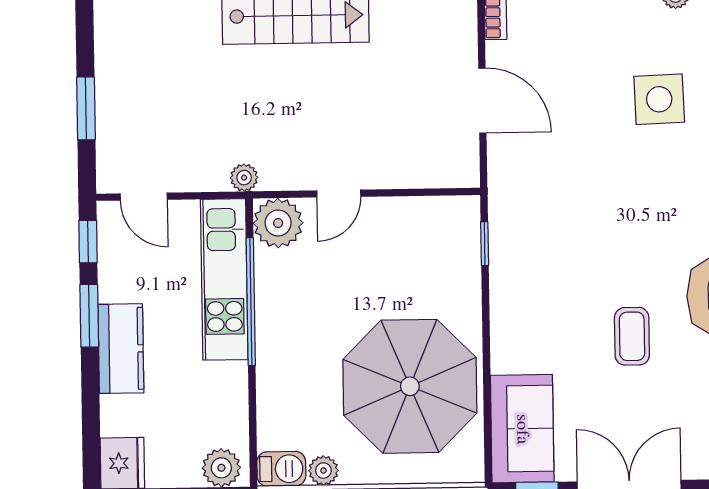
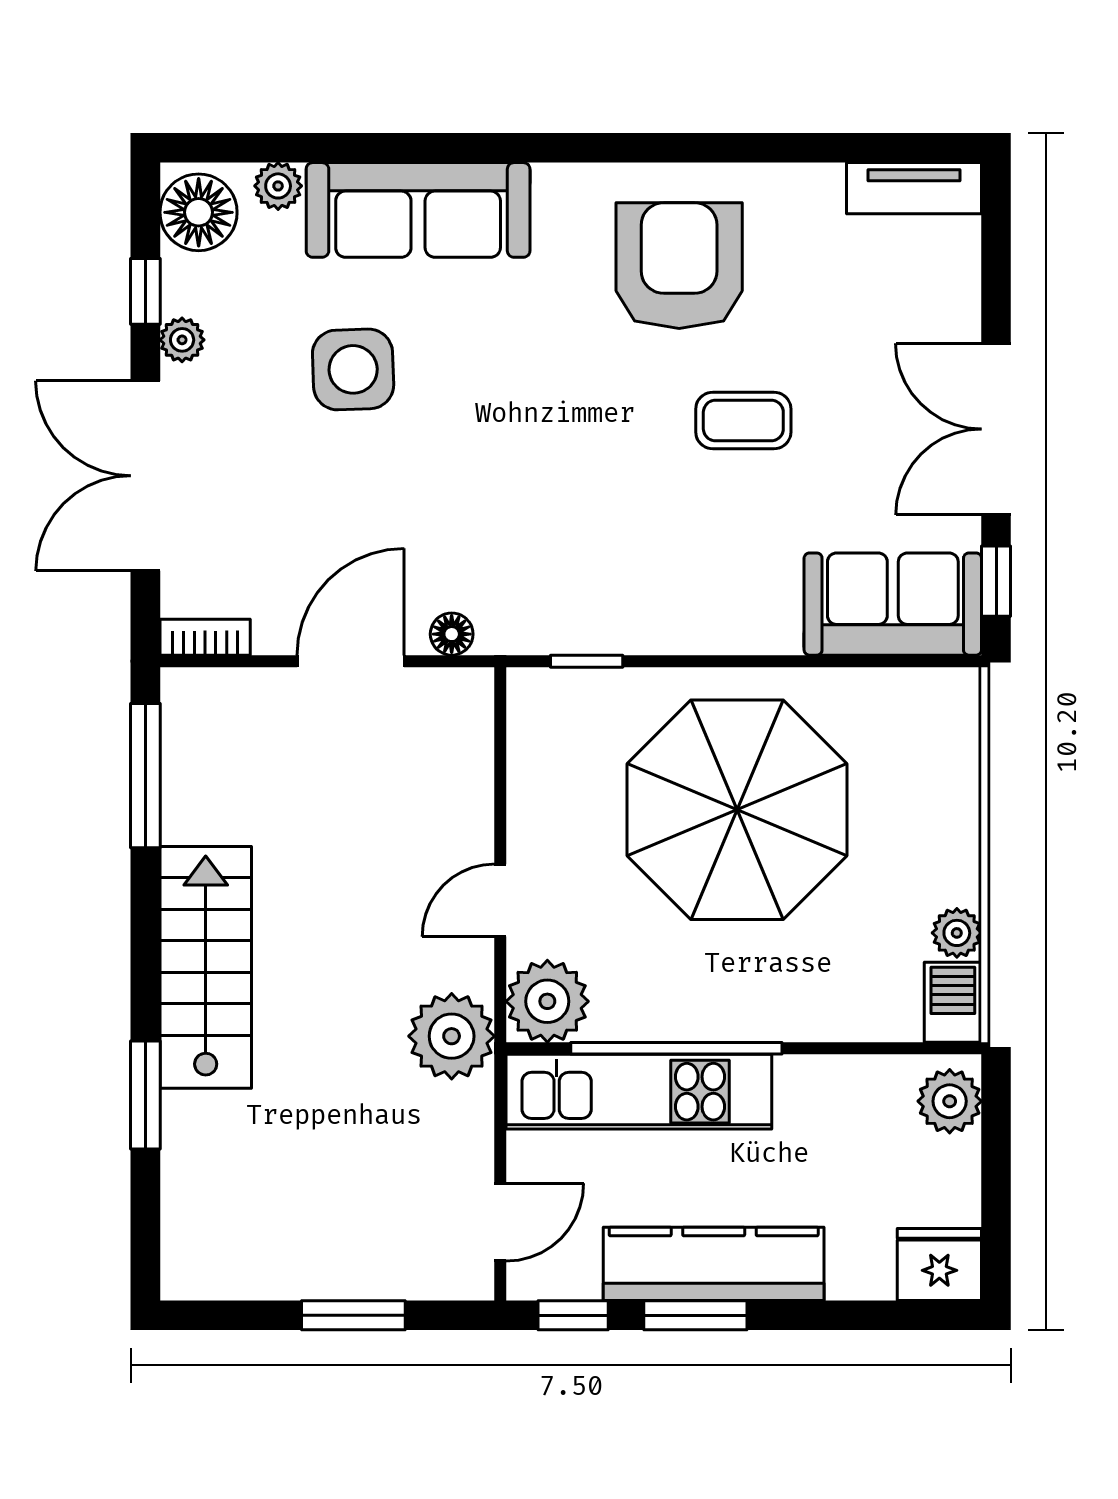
floor lamp: (500, 162) -> (452, 634), added
plant: (244, 178) -> (452, 1036), width x1.88, depth x1.88
door: (339, 194) -> (500, 900), swing flipped
kitchen counter: (121, 349) -> (714, 1264), width x1.50
parasol: (410, 386) -> (737, 810), moved

